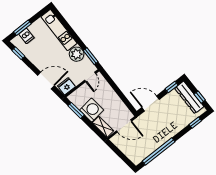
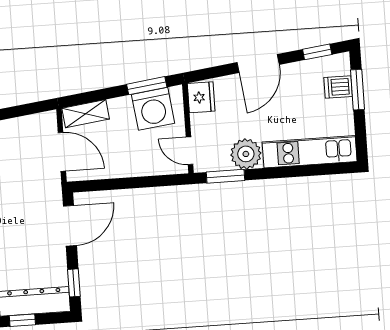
door: (46, 81) -> (258, 64), moved
washing machine: (92, 110) -> (153, 109), moved
door: (124, 126) -> (62, 152), swing flipped

